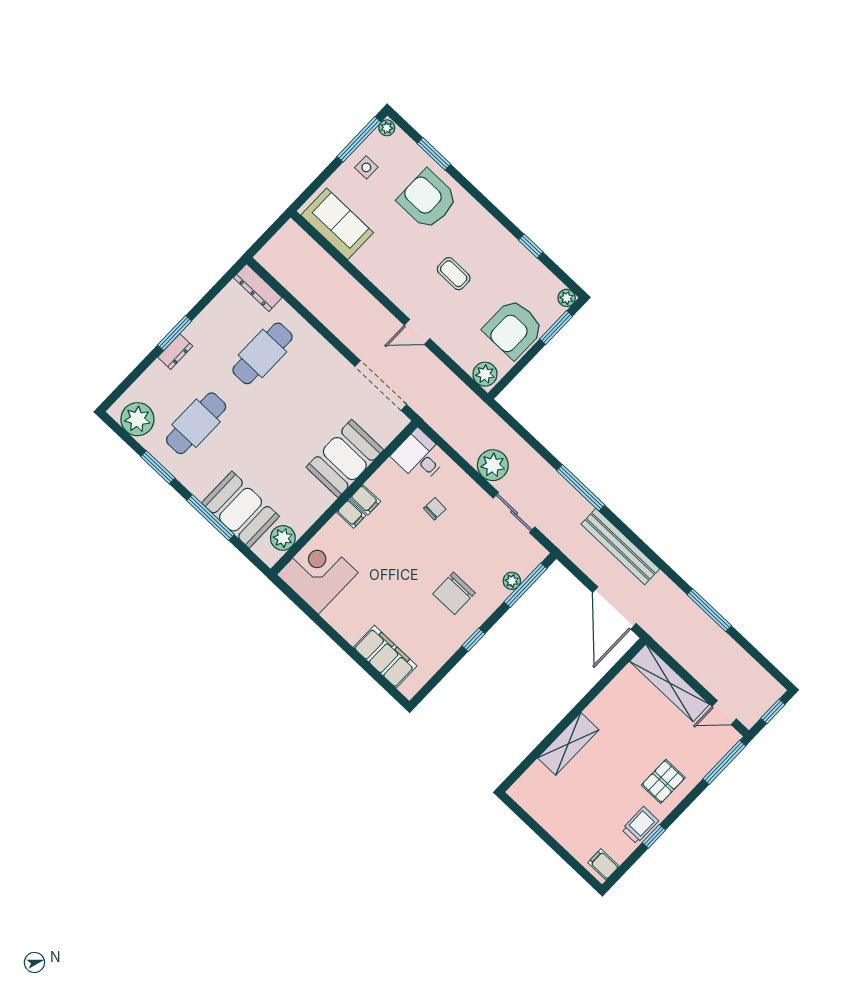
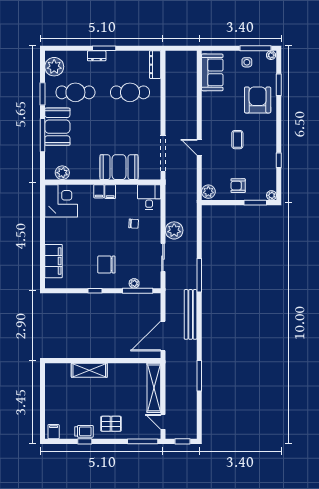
armchair: (513, 329) -> (238, 186), width x0.53, depth x0.53
booth: (241, 510) -> (57, 127), moved

